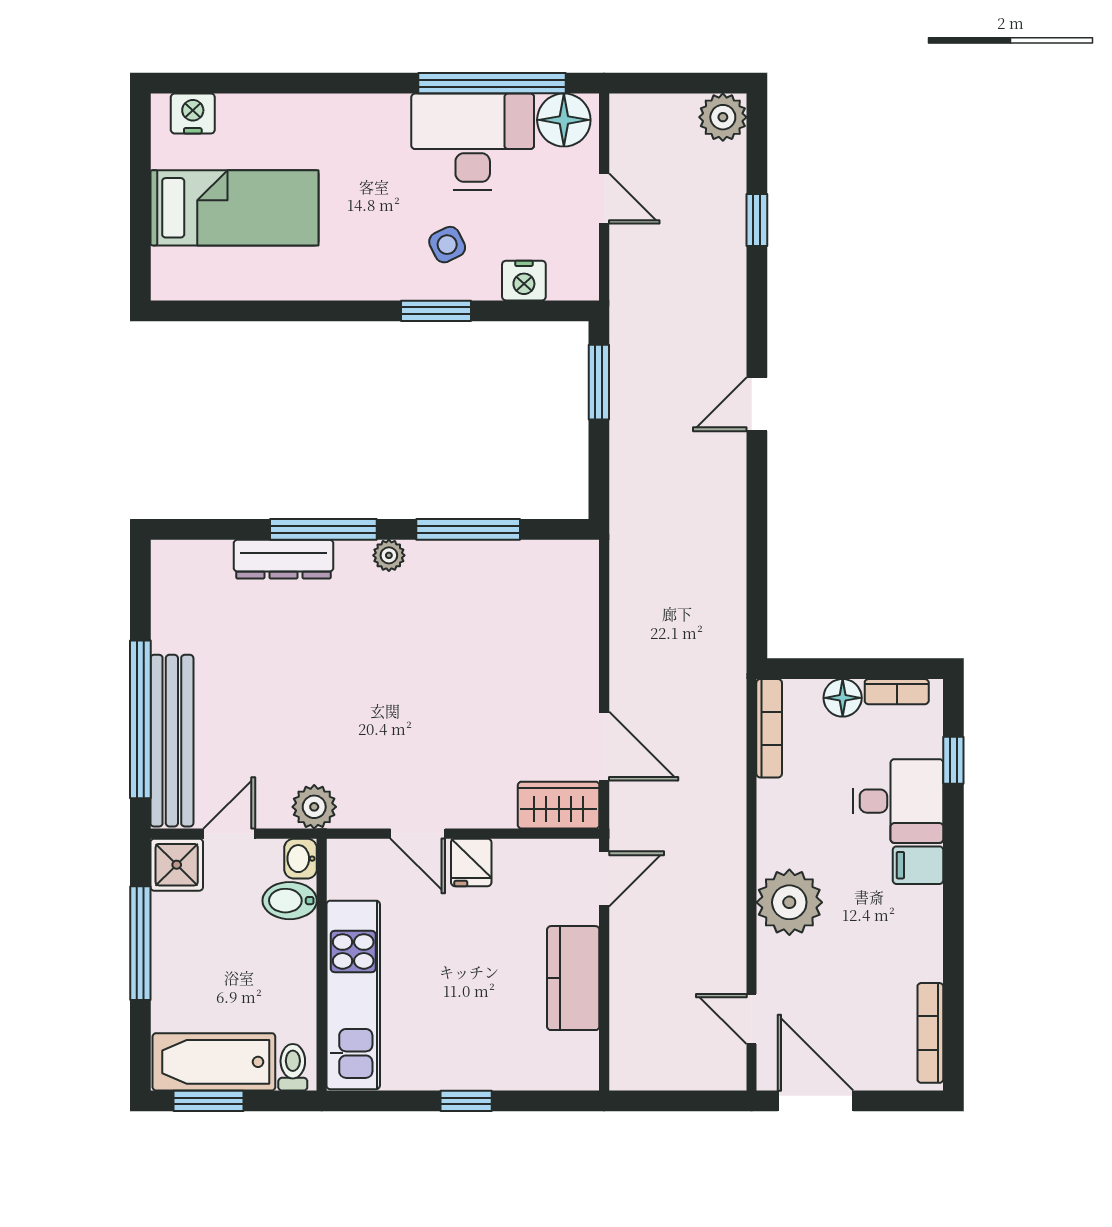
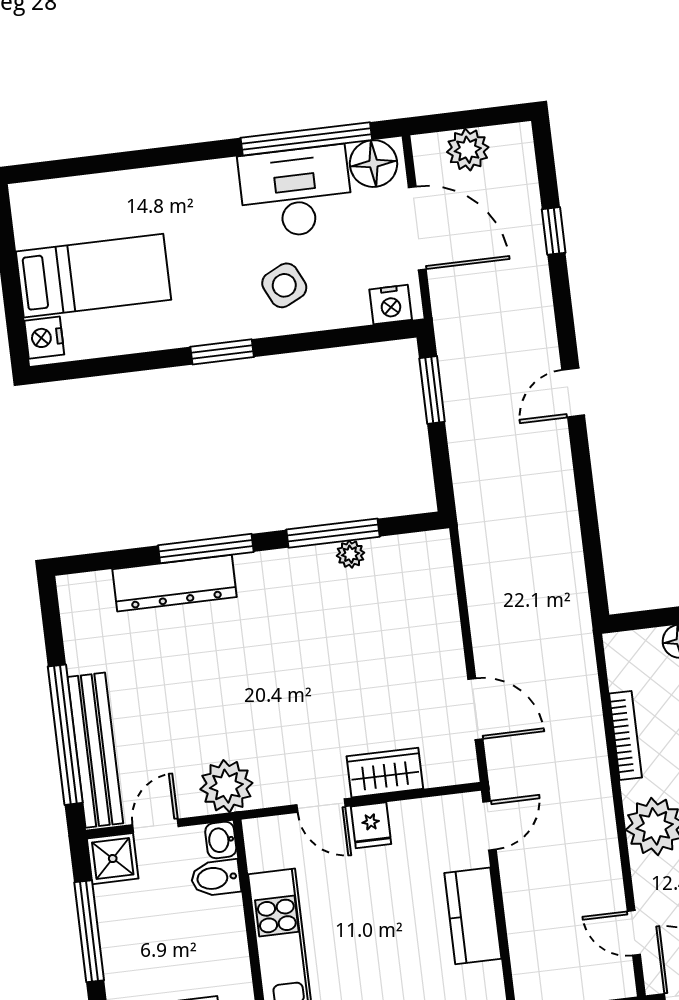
nightstand: (193, 113) -> (44, 338), moved, turned -90
plant: (723, 117) -> (468, 150), moved
door: (604, 199) -> (417, 228), width x1.88
side table: (447, 245) -> (284, 285), width x1.37, depth x1.37
nightstand: (524, 281) -> (391, 305), moved
window: (436, 311) -> (222, 352), moved
plant: (389, 555) -> (351, 554), moved
dresser: (283, 559) -> (174, 583), width x1.37, depth x1.24
bookcase: (769, 728) -> (626, 736), moved
wardrobe: (559, 805) -> (385, 773), moved
plant: (314, 807) -> (226, 786), width x1.36, depth x1.36

